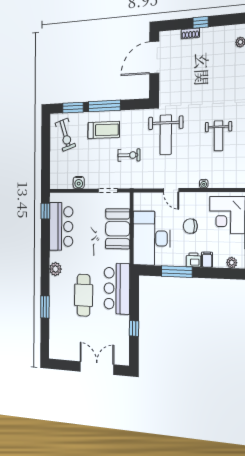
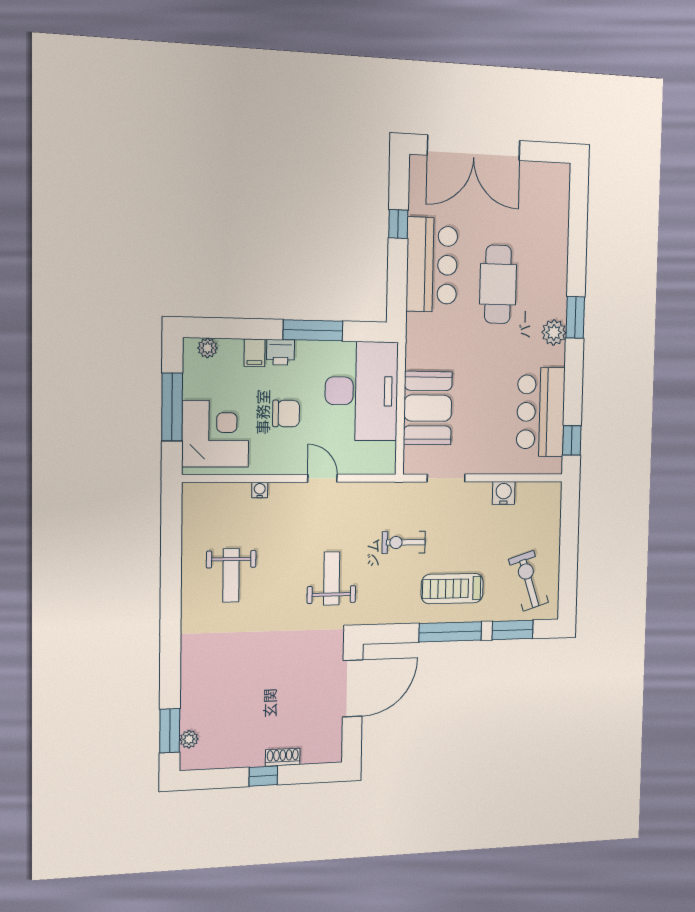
door: (154, 57) -> (353, 688), moved
weight bench: (166, 135) -> (332, 579), width x0.73, depth x0.75
weight bench: (218, 136) -> (231, 575), turned 180
bar counter: (117, 289) -> (432, 265), moved
window: (45, 307) -> (575, 317), moved
double door: (97, 368) -> (474, 148), width x1.36

